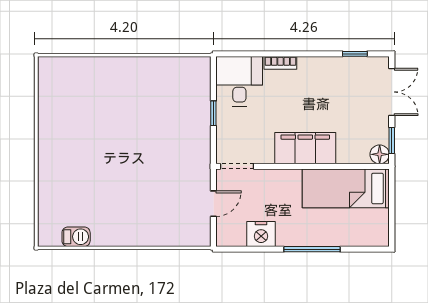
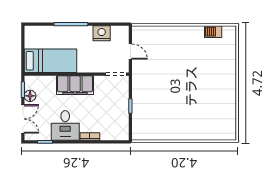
desk: (239, 81) -> (65, 125), moved
double door: (392, 92) -> (23, 119), swing flipped
floor lamp: (380, 154) -> (30, 96), moved
door: (213, 204) -> (130, 52), swing flipped

